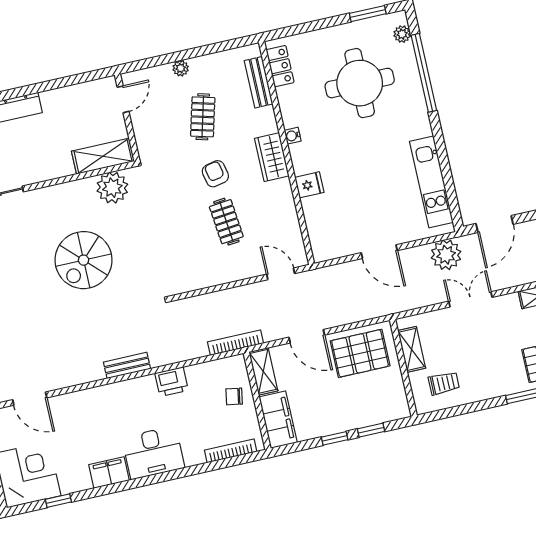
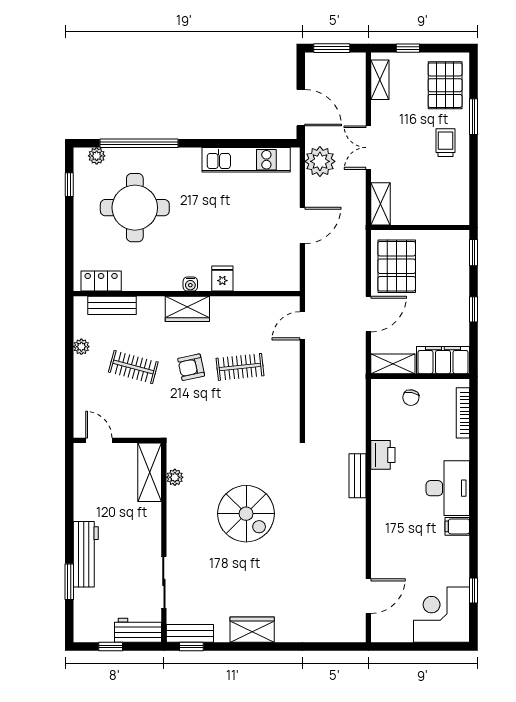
window: (368, 14) -> (69, 185), width x0.67
plant: (181, 68) -> (81, 347), moved
water cooler: (293, 136) -> (190, 284), moved
plant: (112, 188) -> (175, 477), width x0.53, depth x0.53
bookcase: (235, 343) -> (359, 385), removed
shelving: (412, 349) -> (381, 204), moved, turned 90
bench: (127, 365) -> (358, 476), moved
trolley: (444, 383) -> (446, 143), moved
window: (371, 430) -> (473, 253), moved
filing cabinet: (109, 473) -> (457, 526), width x0.50

